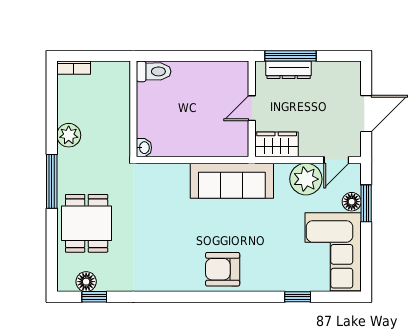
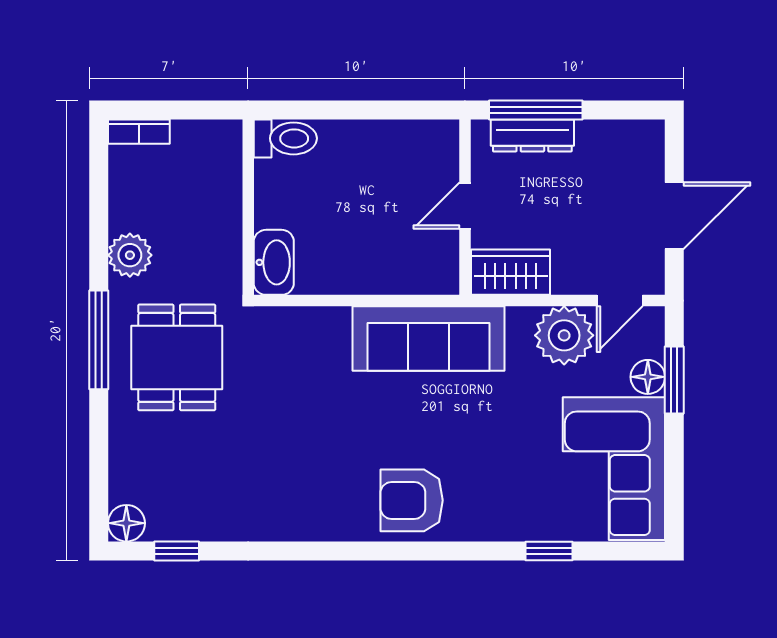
washbasin: (144, 148) -> (274, 262), width x1.91, depth x1.45
dining table: (87, 223) -> (177, 357), moved
floor lamp: (86, 282) -> (126, 523), moved

